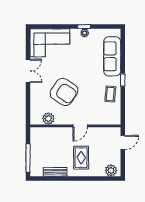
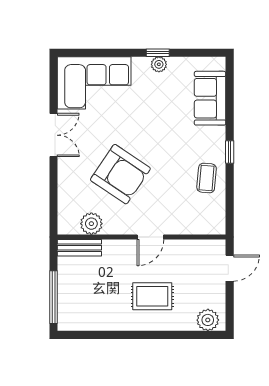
sofa: (112, 56) -> (210, 98), width x0.73
rug: (81, 158) -> (152, 296), turned 90
bench: (55, 172) -> (79, 248), moved

